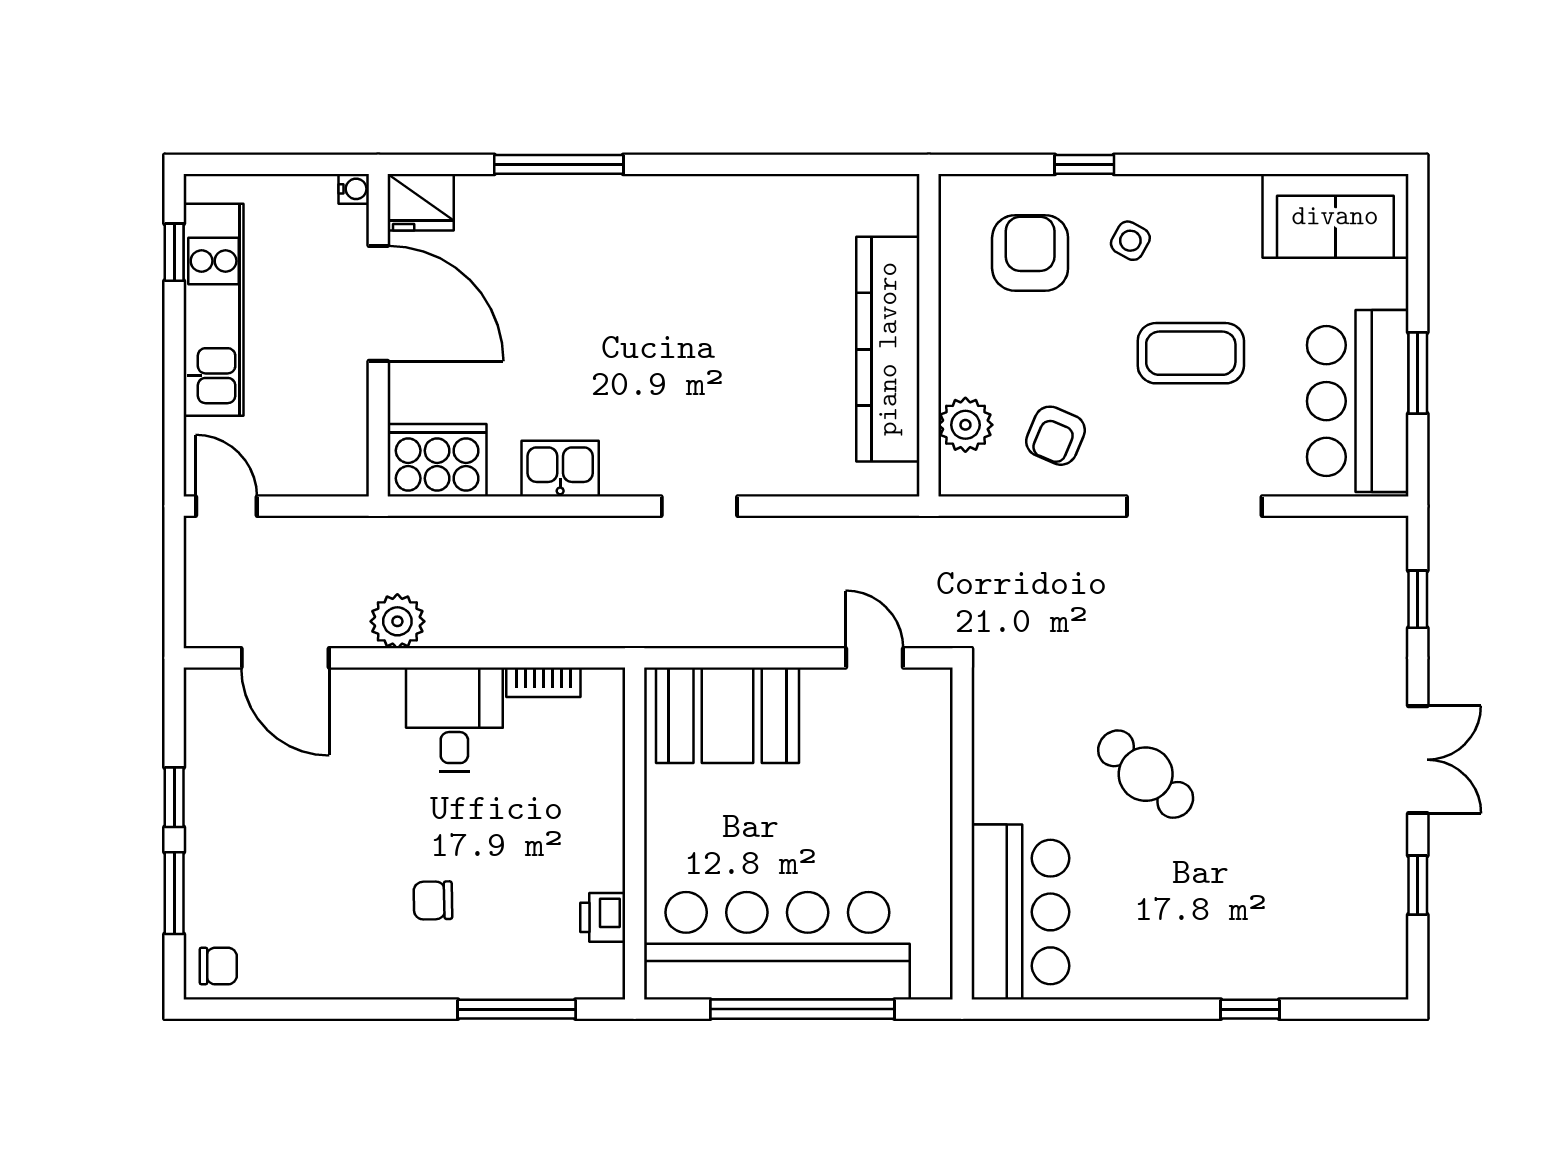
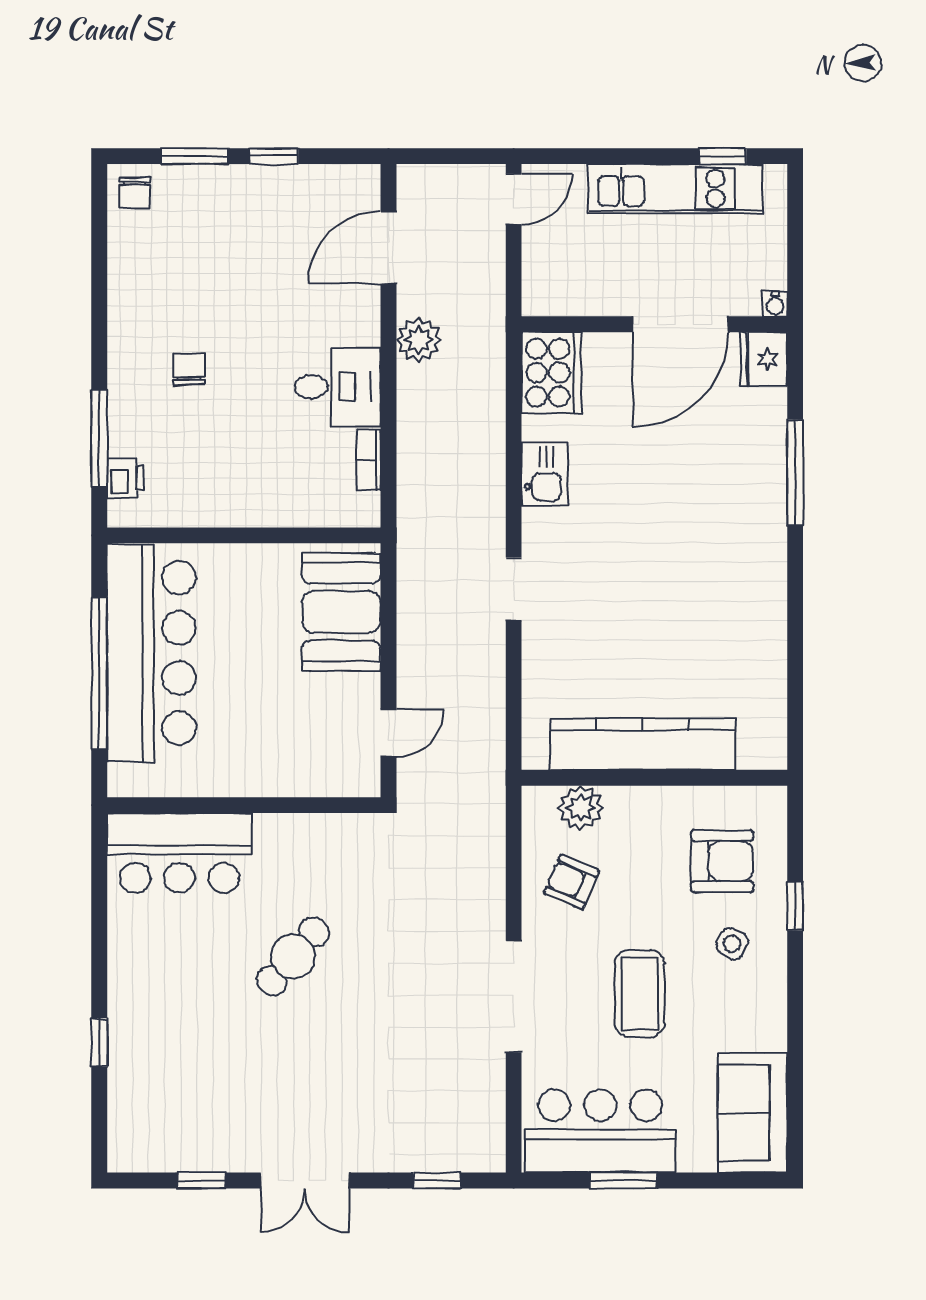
printer: (603, 917) -> (125, 478), moved, turned 90

